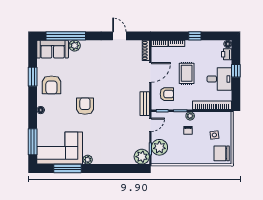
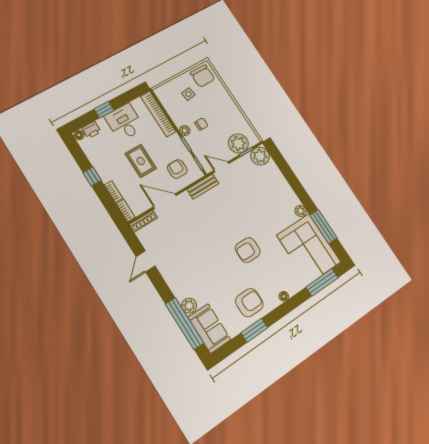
rug: (187, 73) -> (141, 161), turned 90

